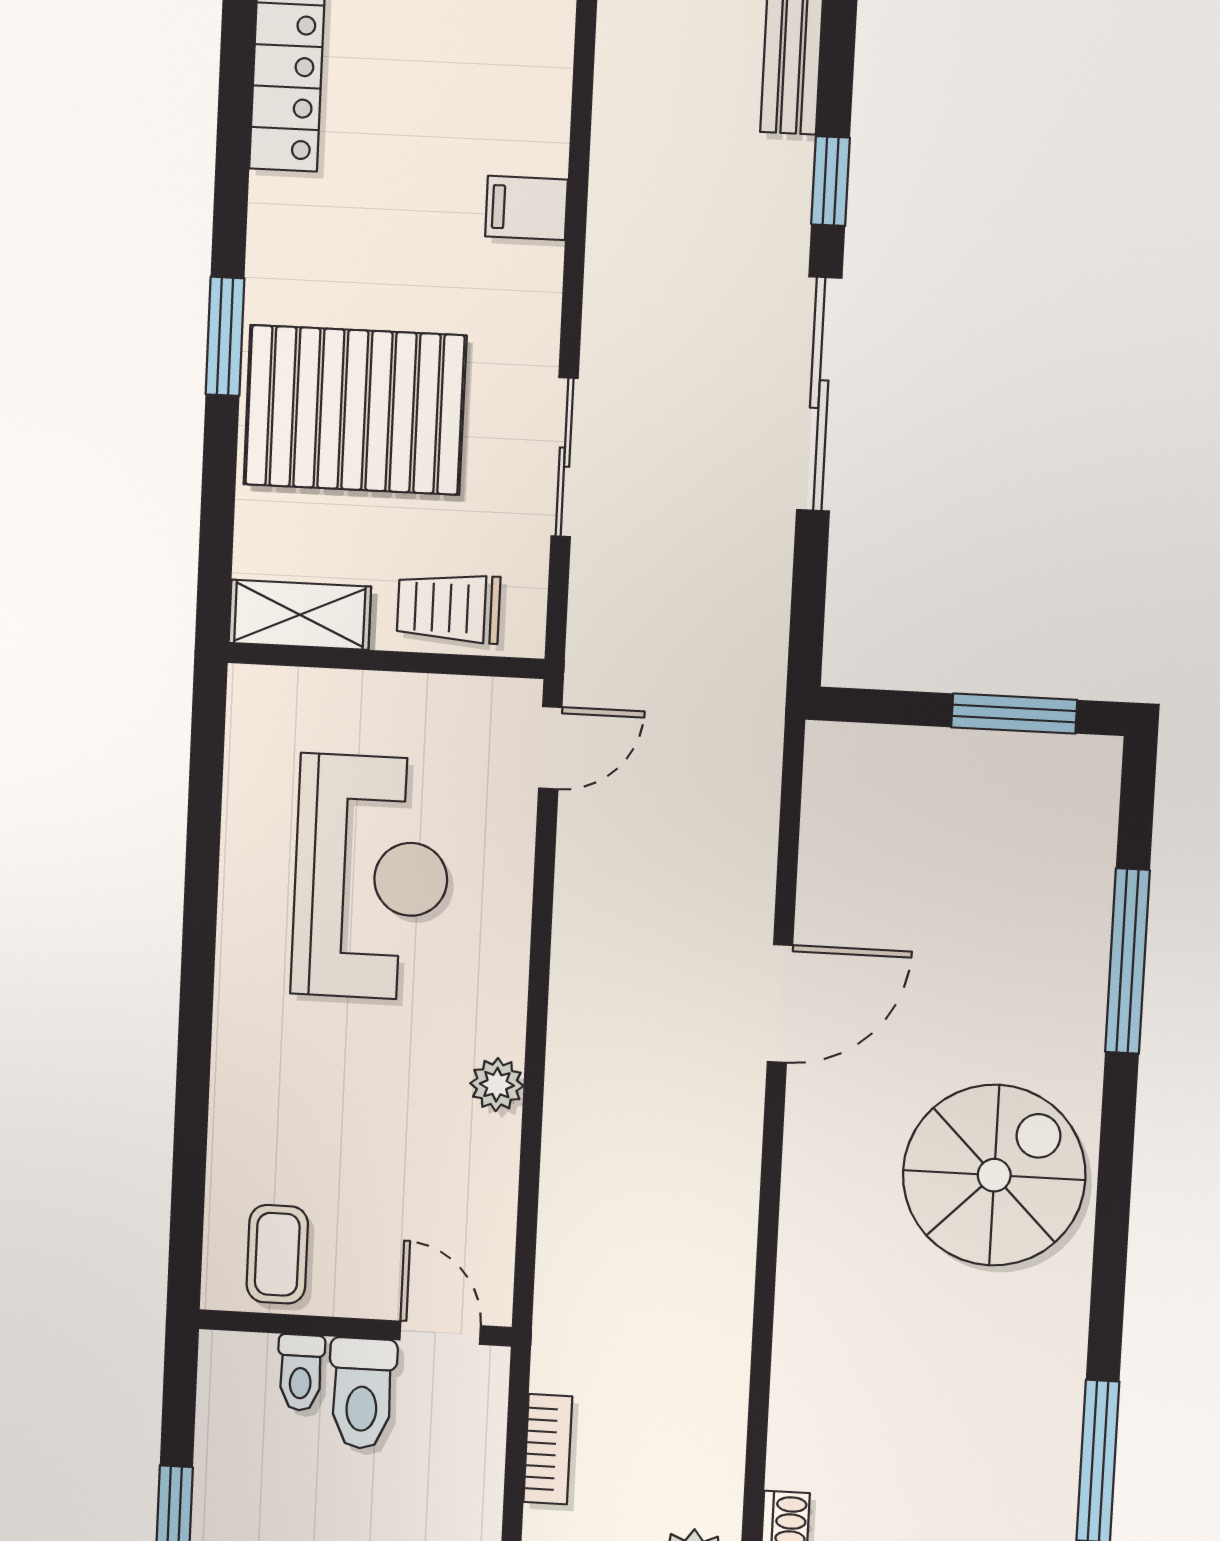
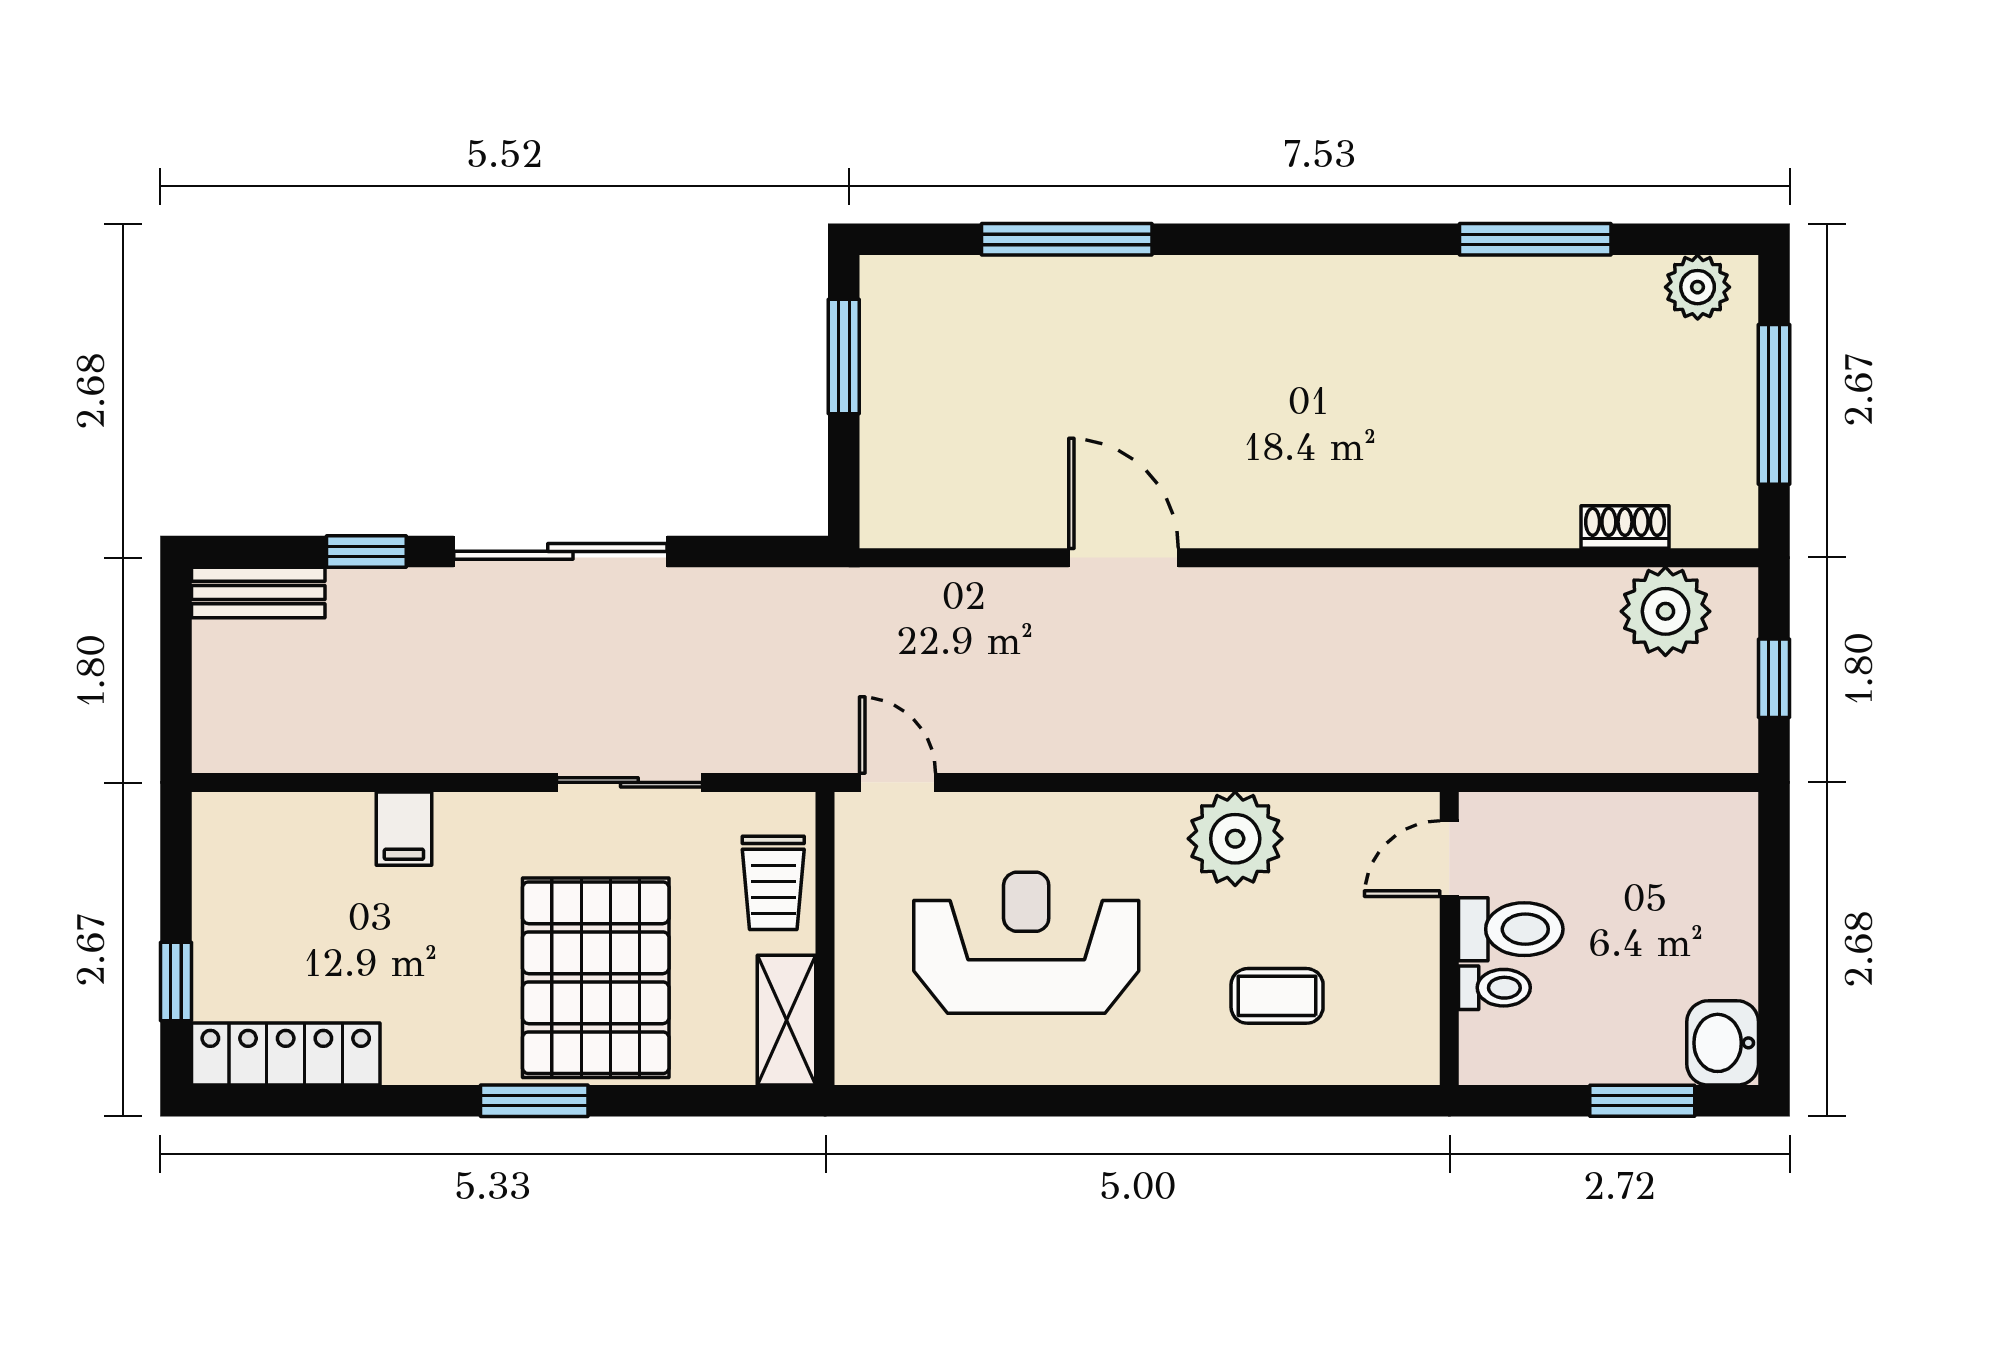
plant: (497, 1085) -> (1235, 839), width x1.88, depth x1.88
spiral stairs: (994, 1175) -> (1273, 351), removed
coffee table: (277, 1254) -> (1277, 996), moved
bookcase: (548, 1449) -> (1554, 753), removed

